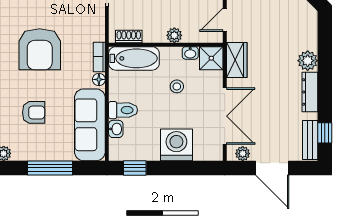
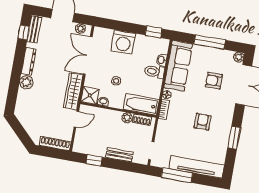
plant: (174, 35) -> (127, 118), moved
armchair: (40, 49) -> (202, 122), width x0.53, depth x0.53
wardrobe: (237, 60) -> (73, 91), width x1.50

